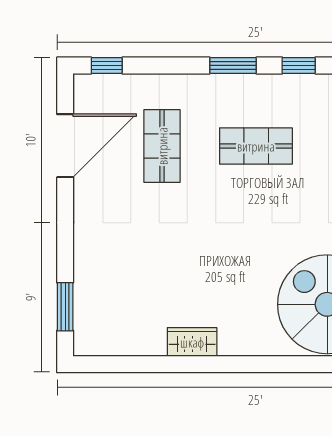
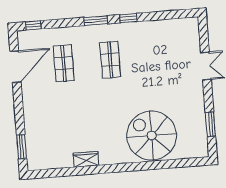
shop shelf: (256, 146) -> (110, 60), turned 90

